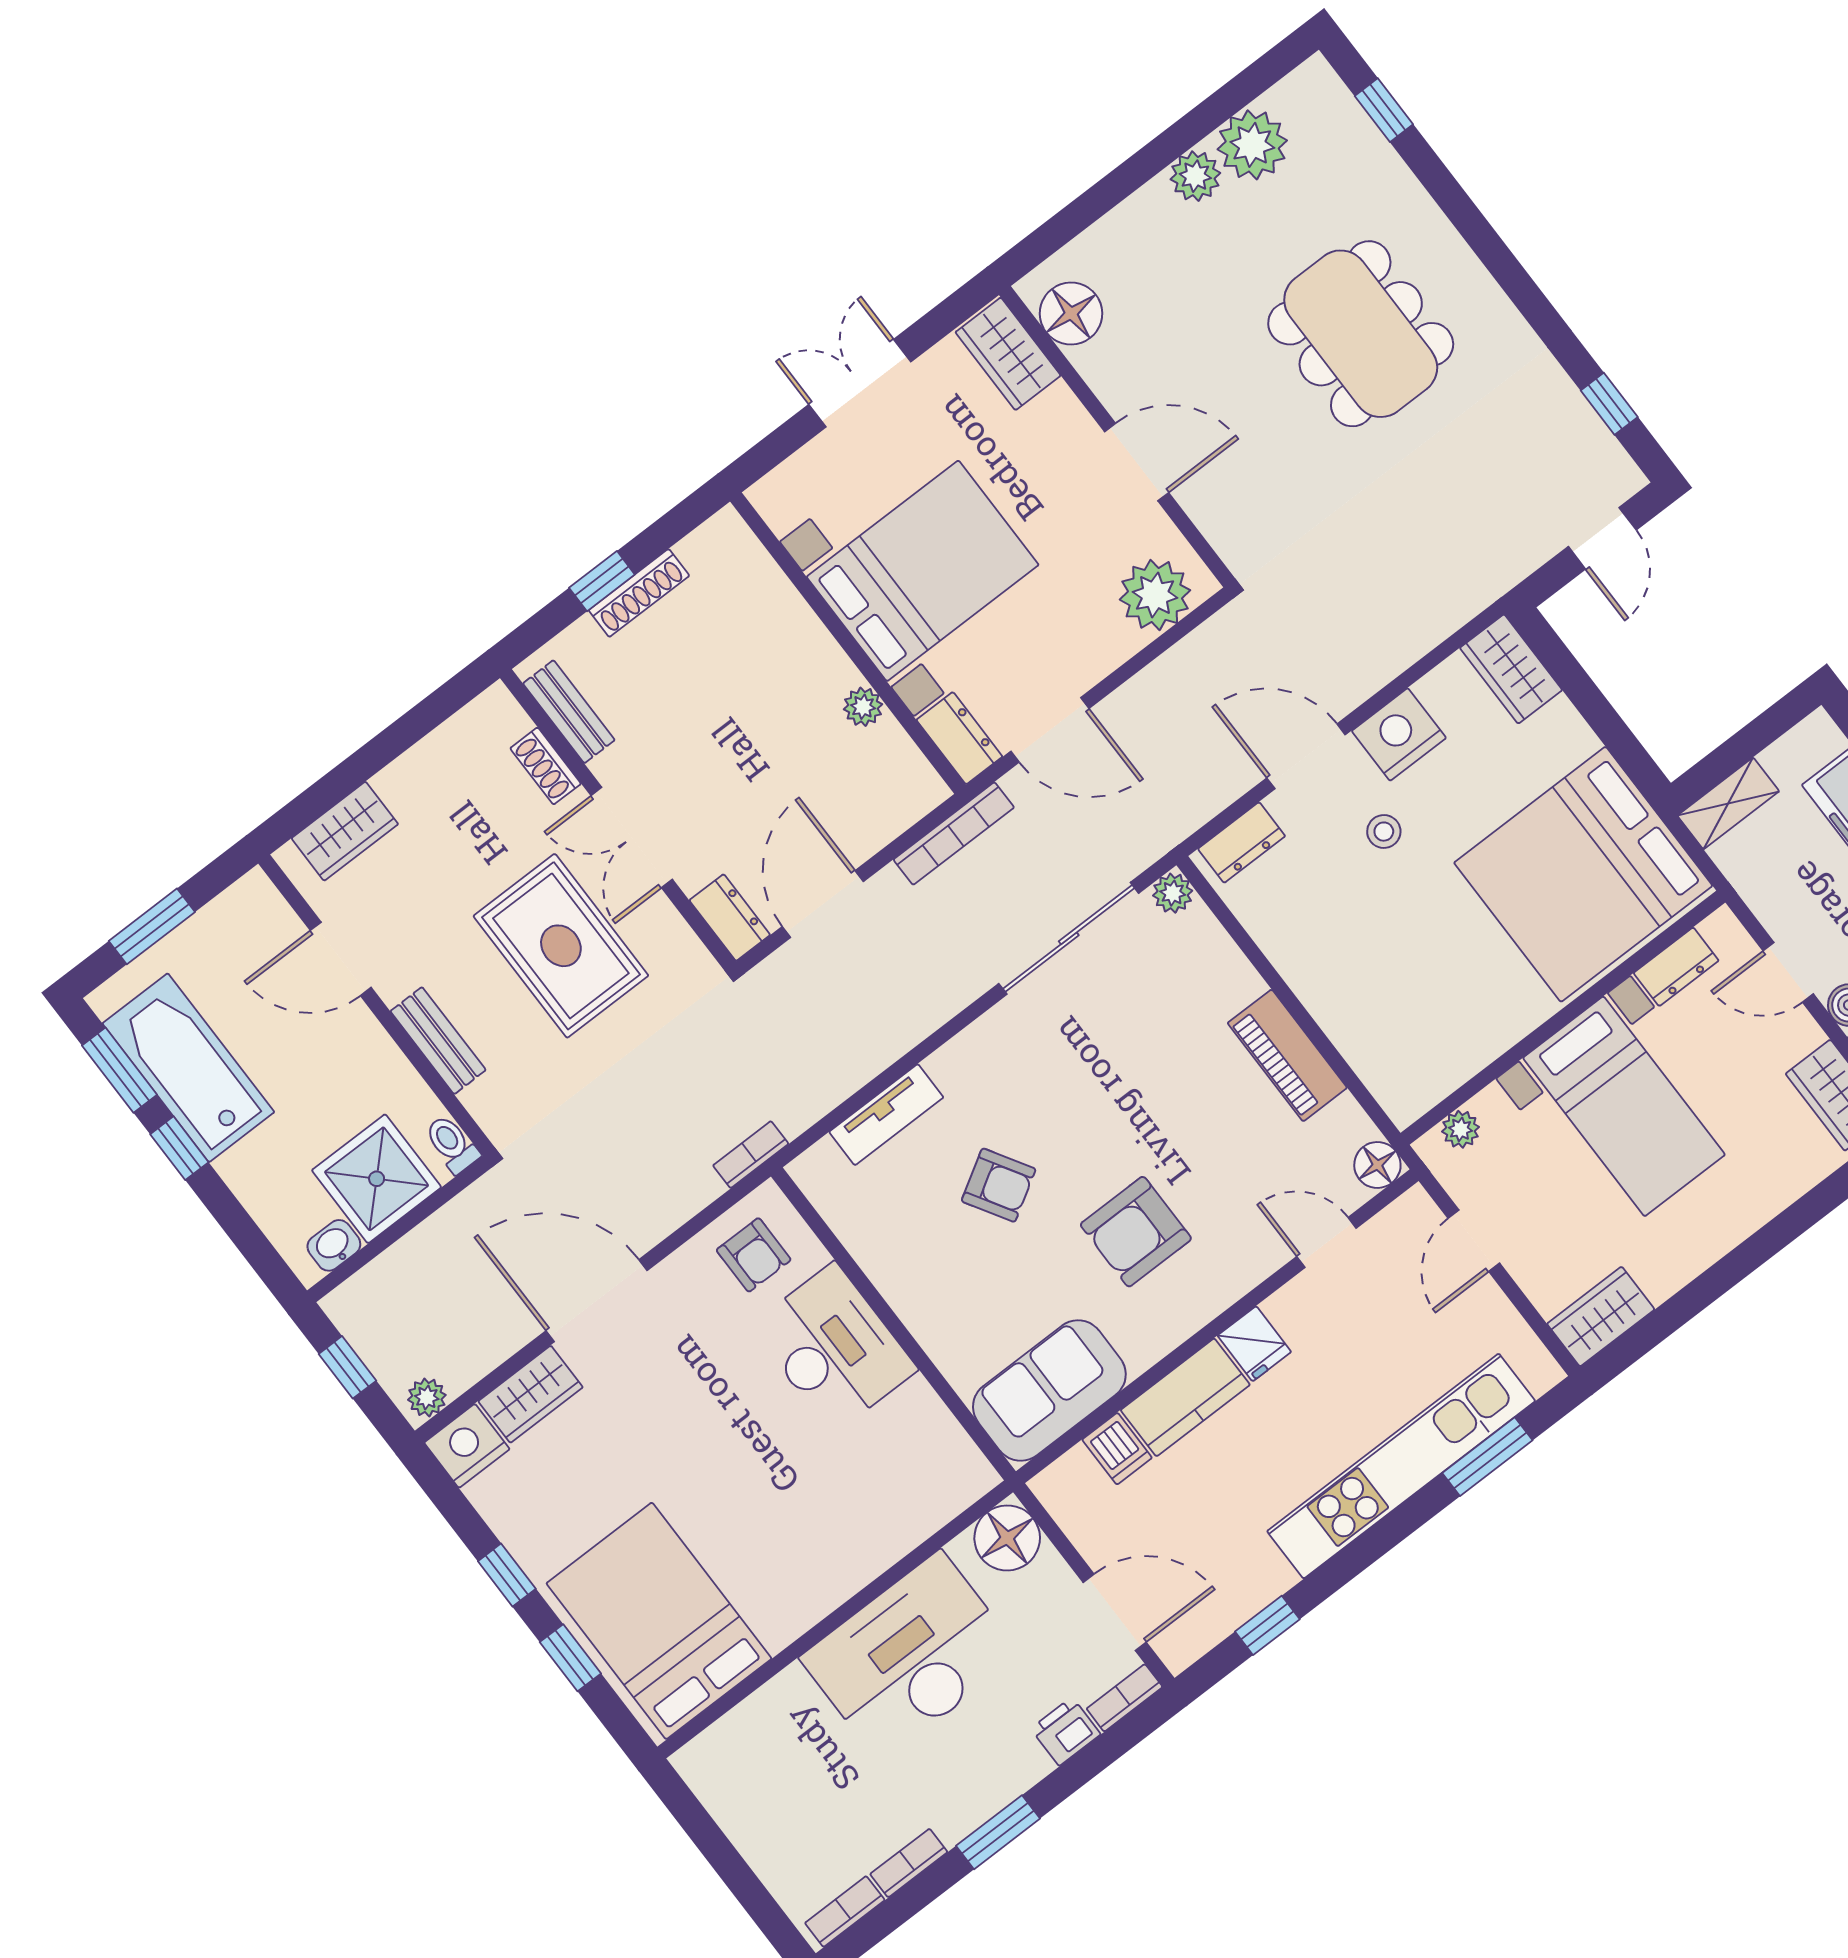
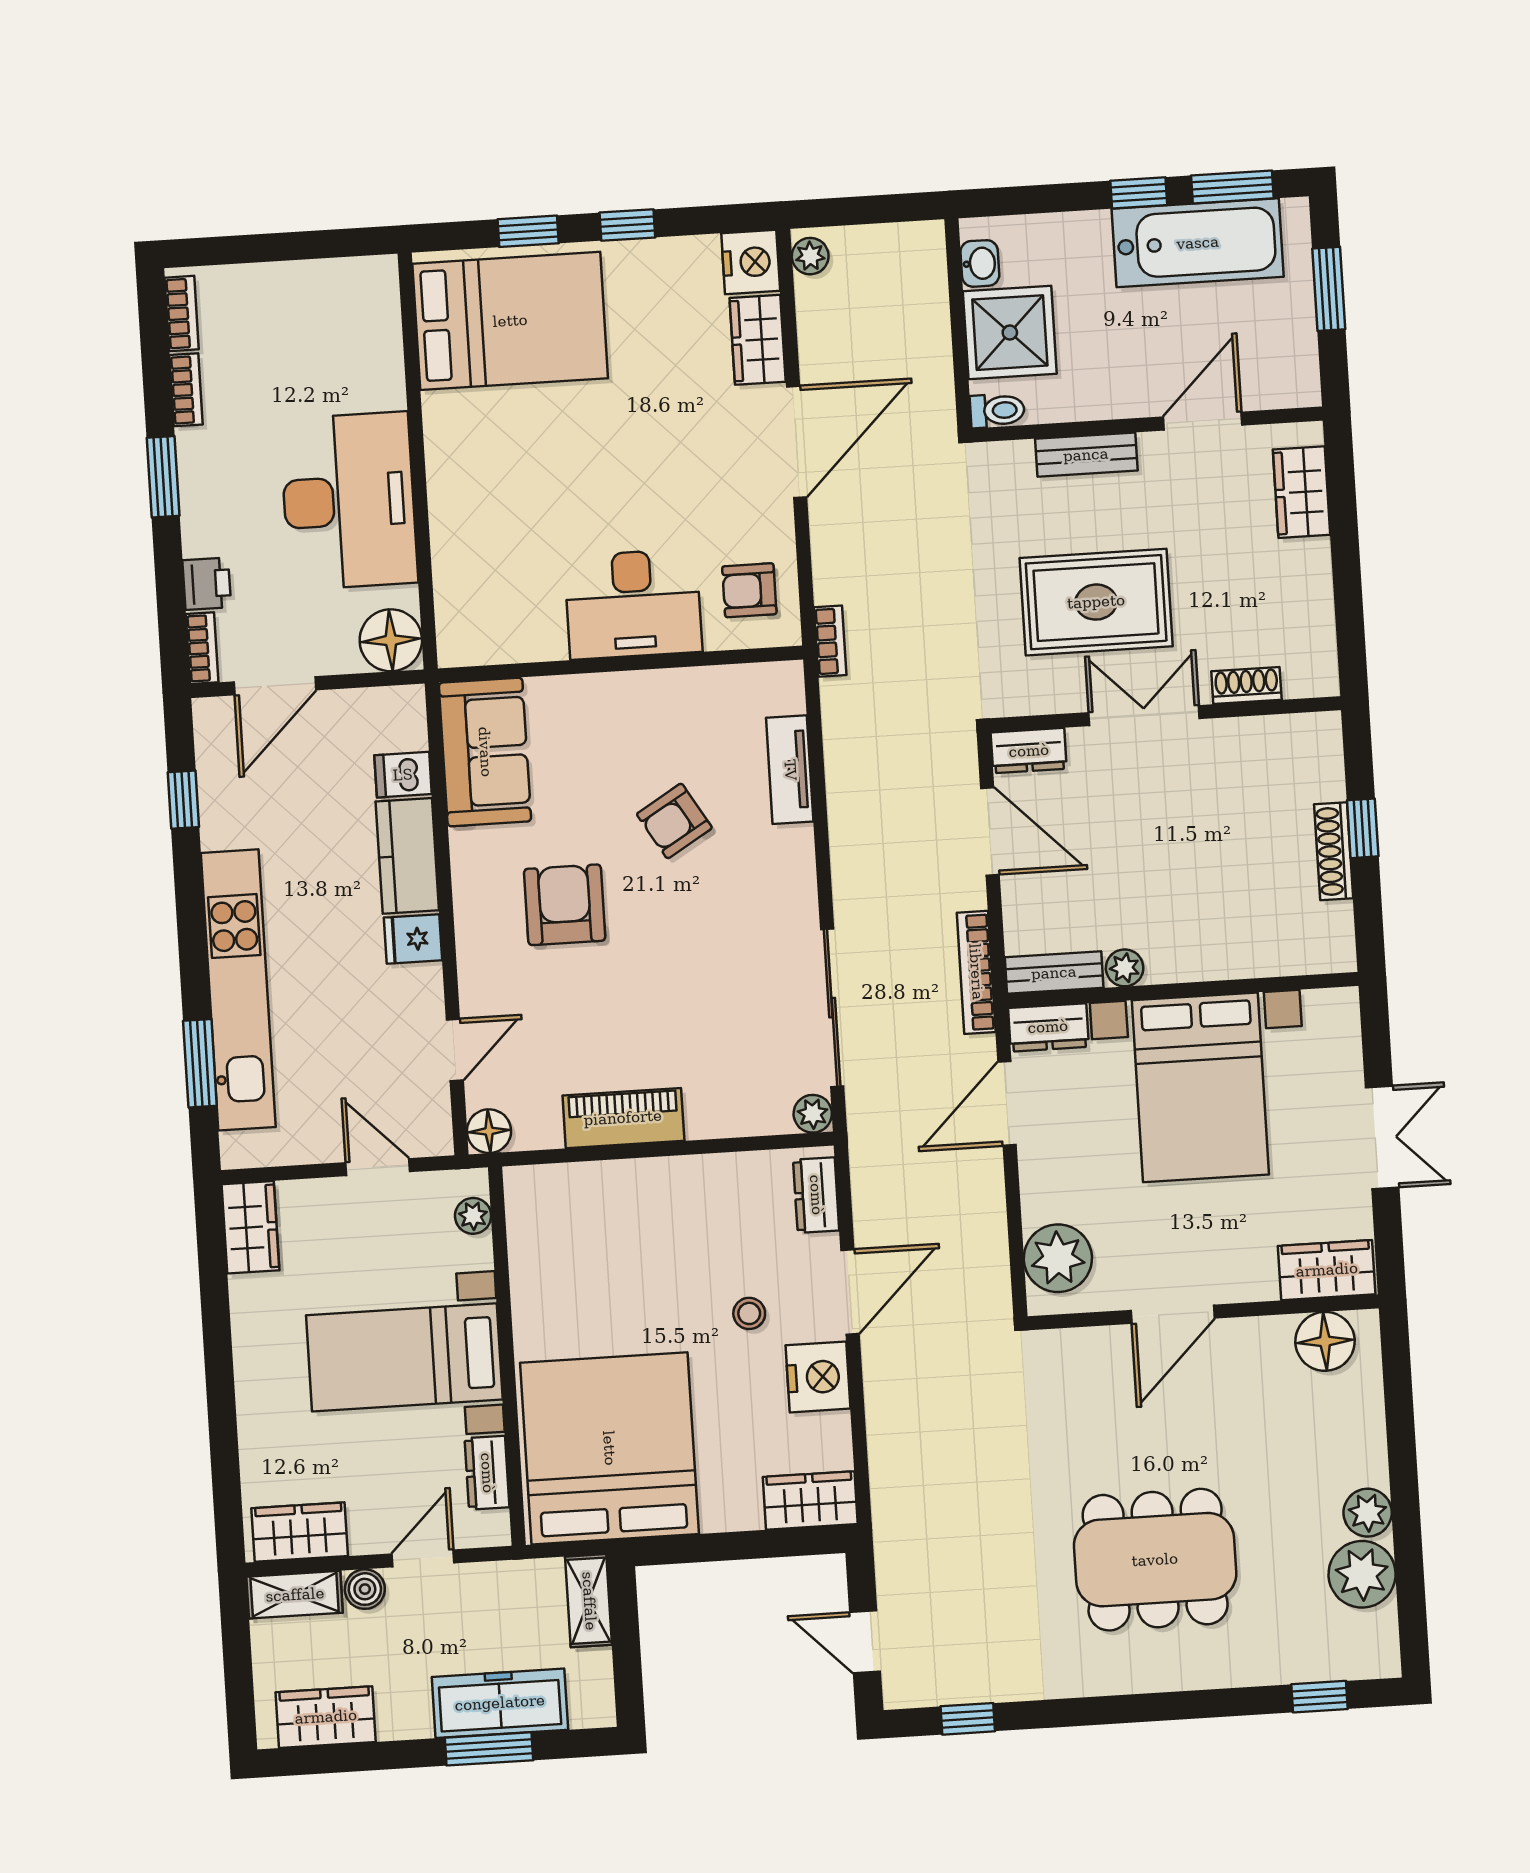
bench: (569, 712) -> (1054, 973), moved
window: (347, 1367) -> (876, 209), removed

